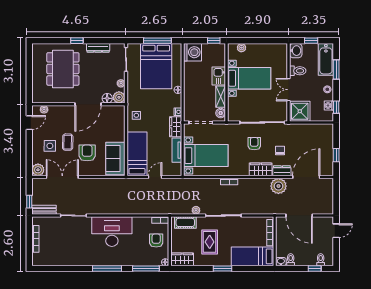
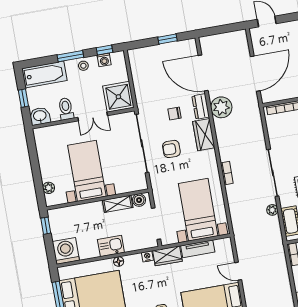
window: (336, 69) -> (70, 56), moved
kitchen sink: (219, 76) -> (111, 246), moved, turned 180

